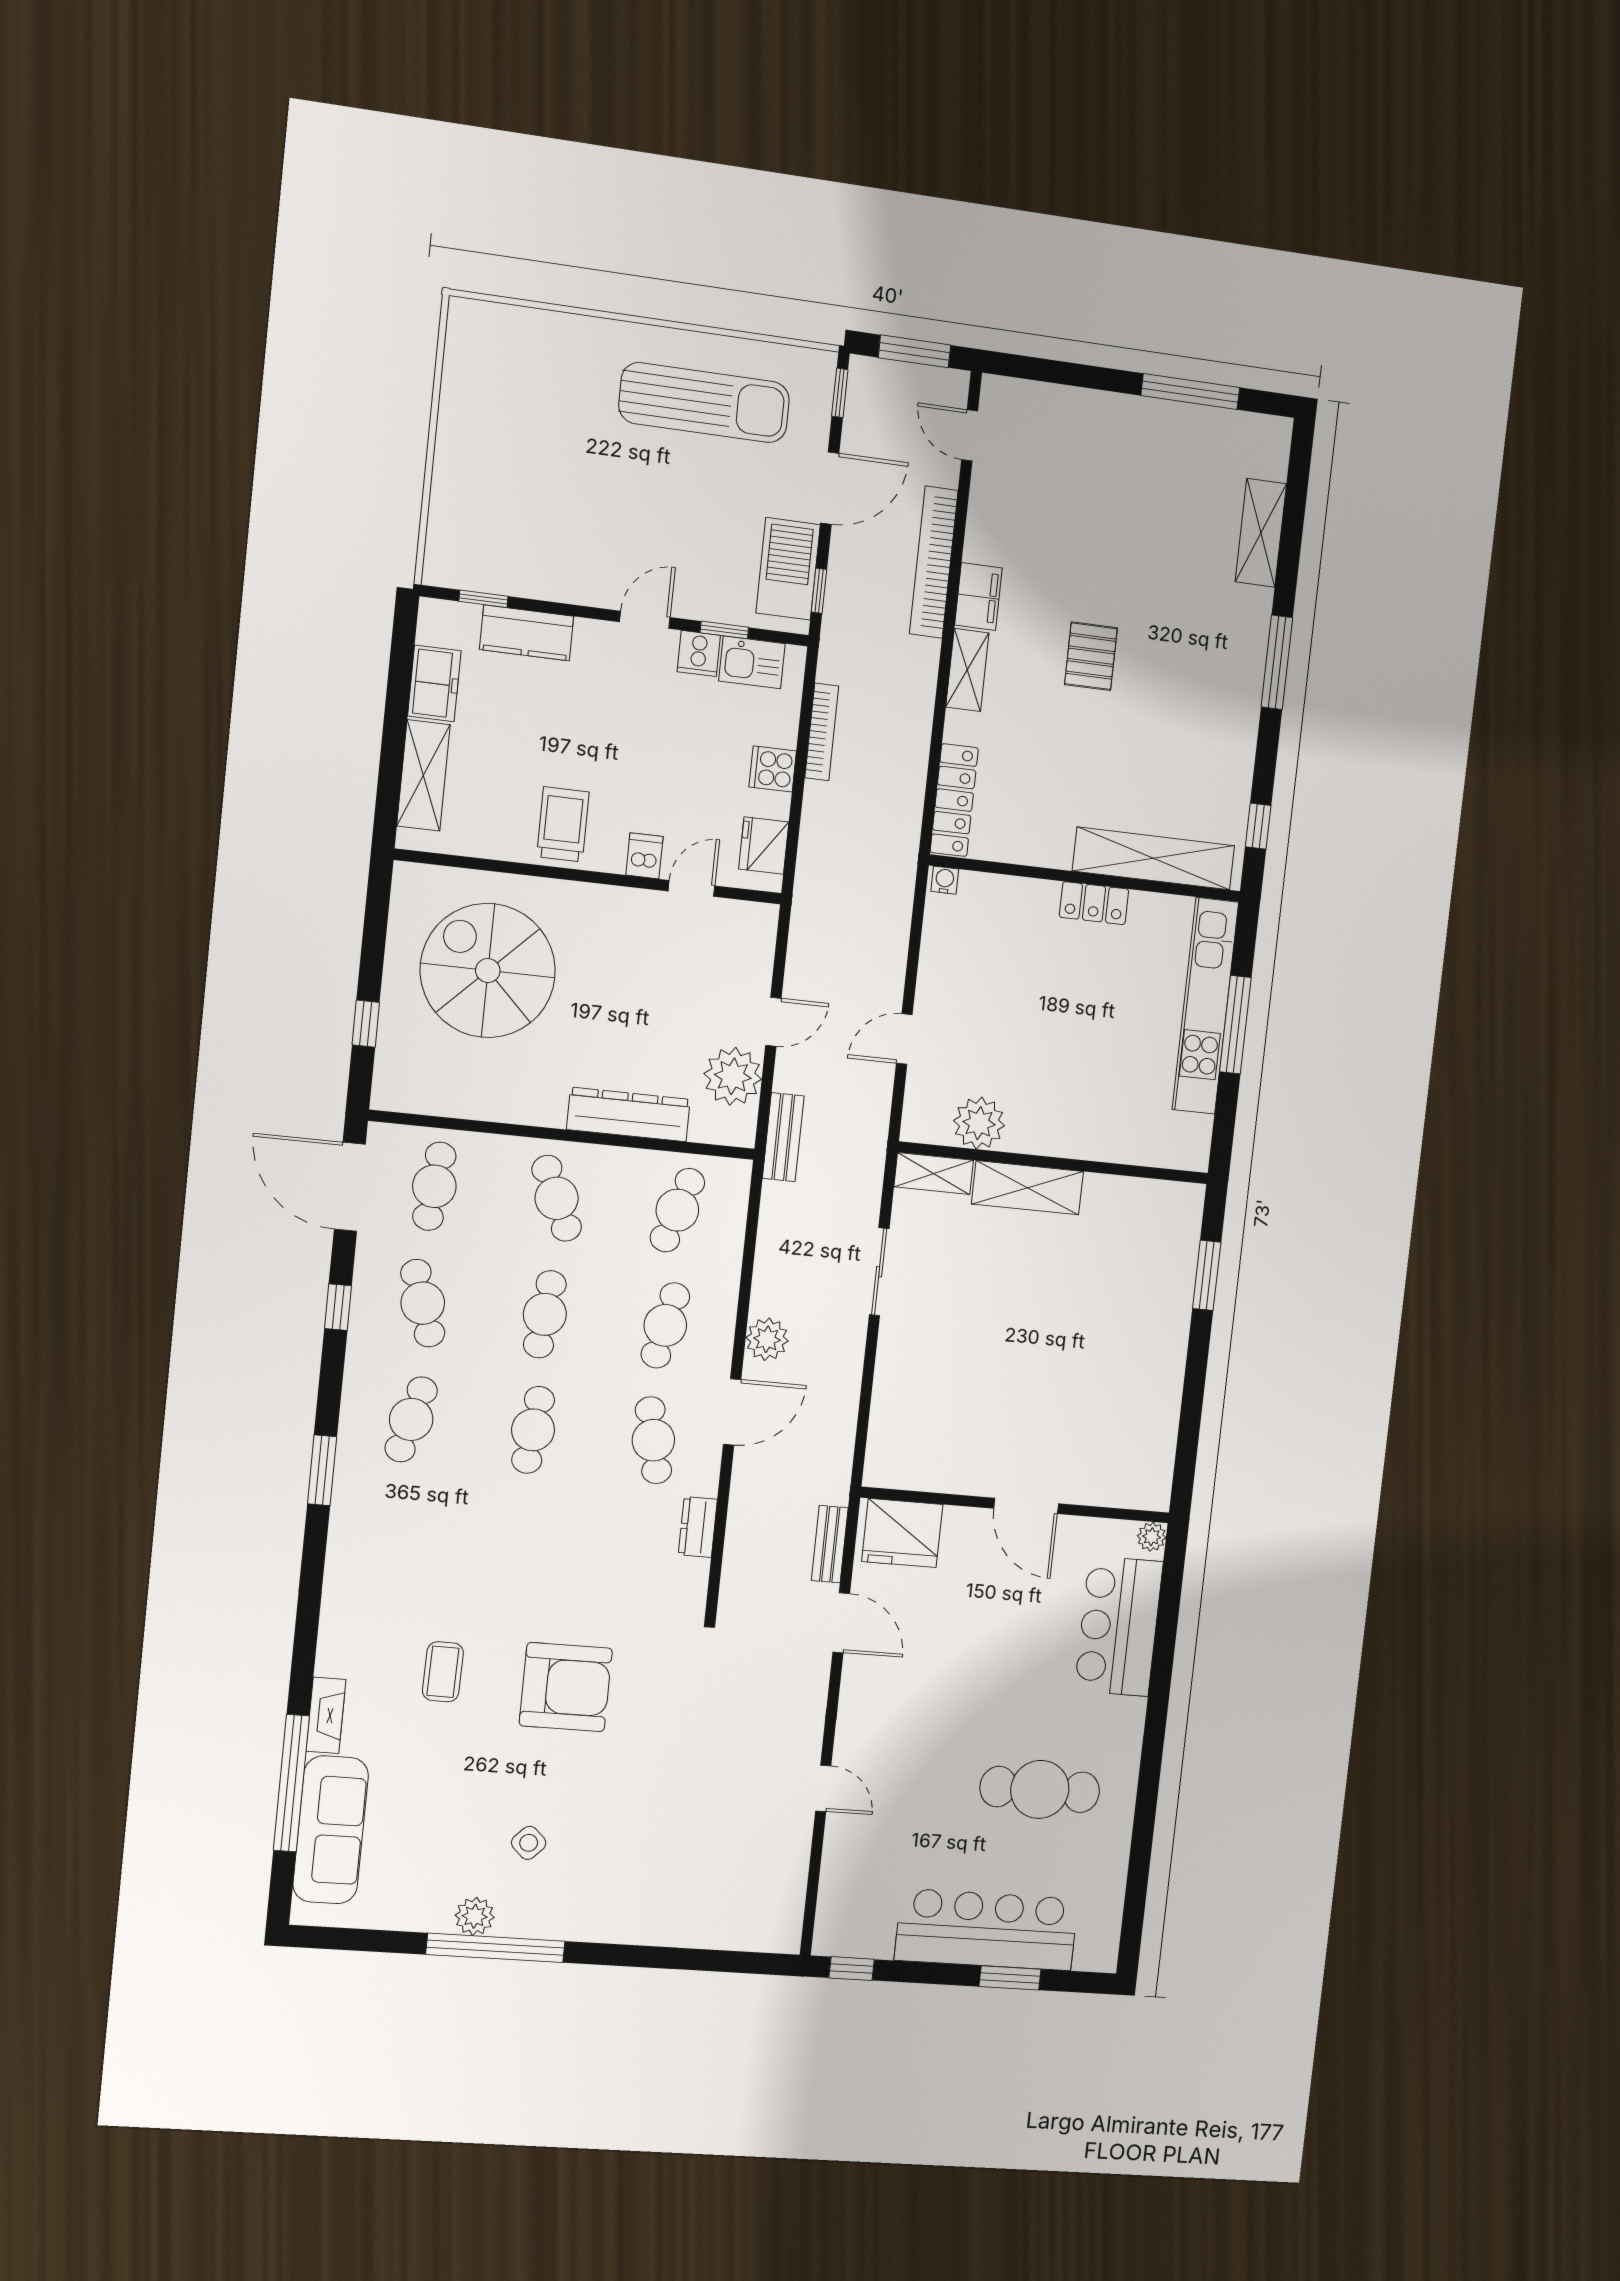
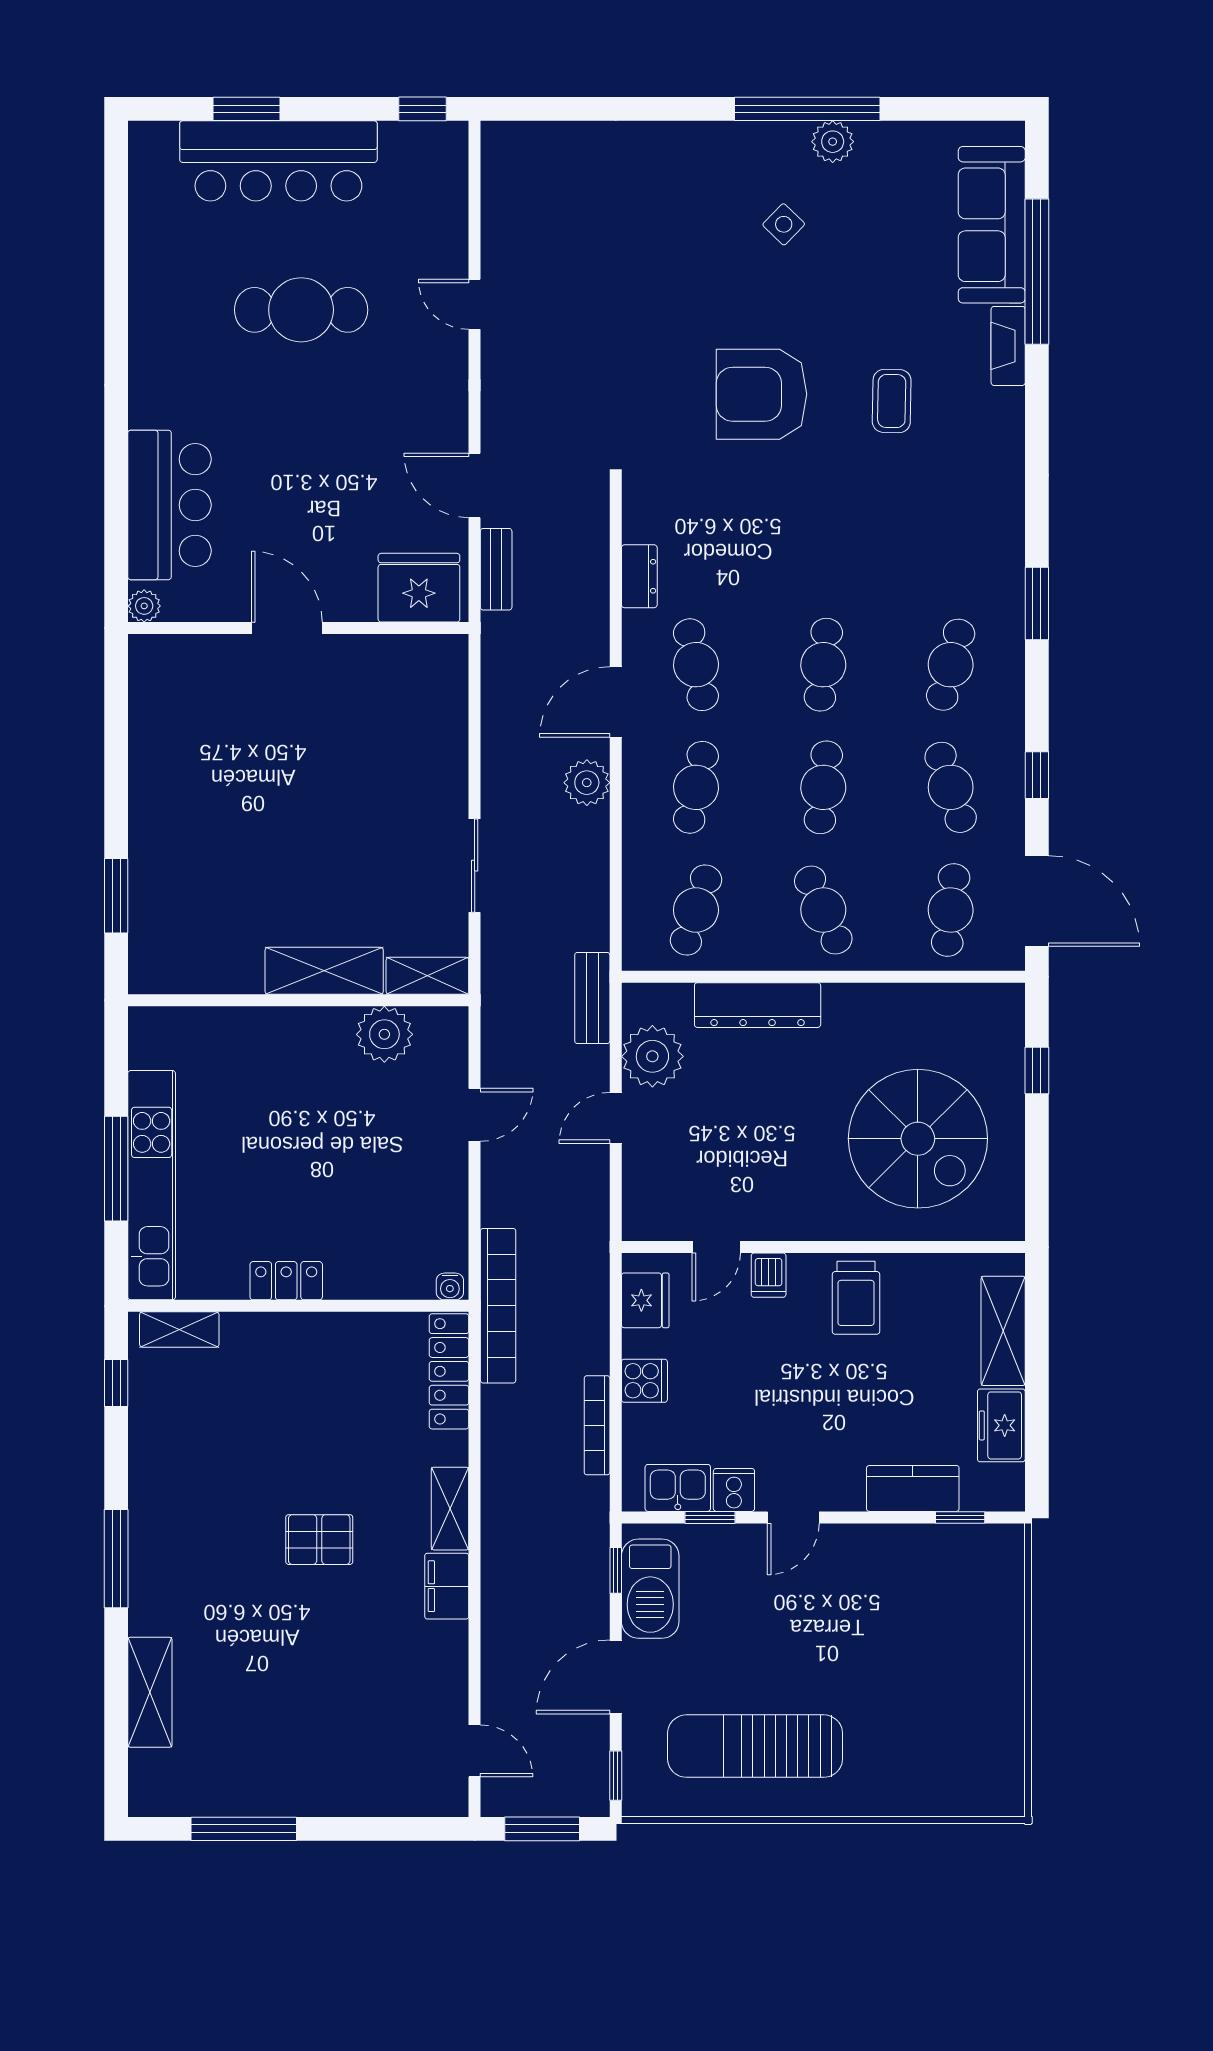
bookcase: (934, 562) -> (498, 1306), moved
pallet: (1091, 656) -> (319, 1540), turned 90
shelving: (1154, 858) -> (179, 1330), width x0.45, depth x0.75
cafe table: (1040, 1789) -> (301, 310), moved

